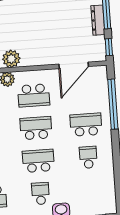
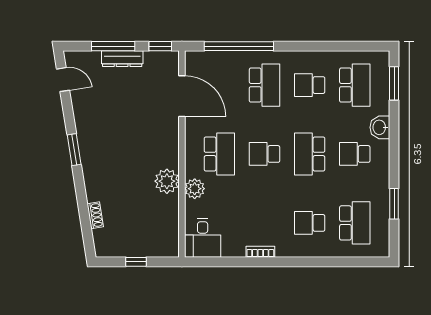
school desk: (86, 125) -> (264, 85), turned 180
school desk: (36, 128) -> (264, 154), width x0.54
school desk: (90, 190) -> (355, 85), added

